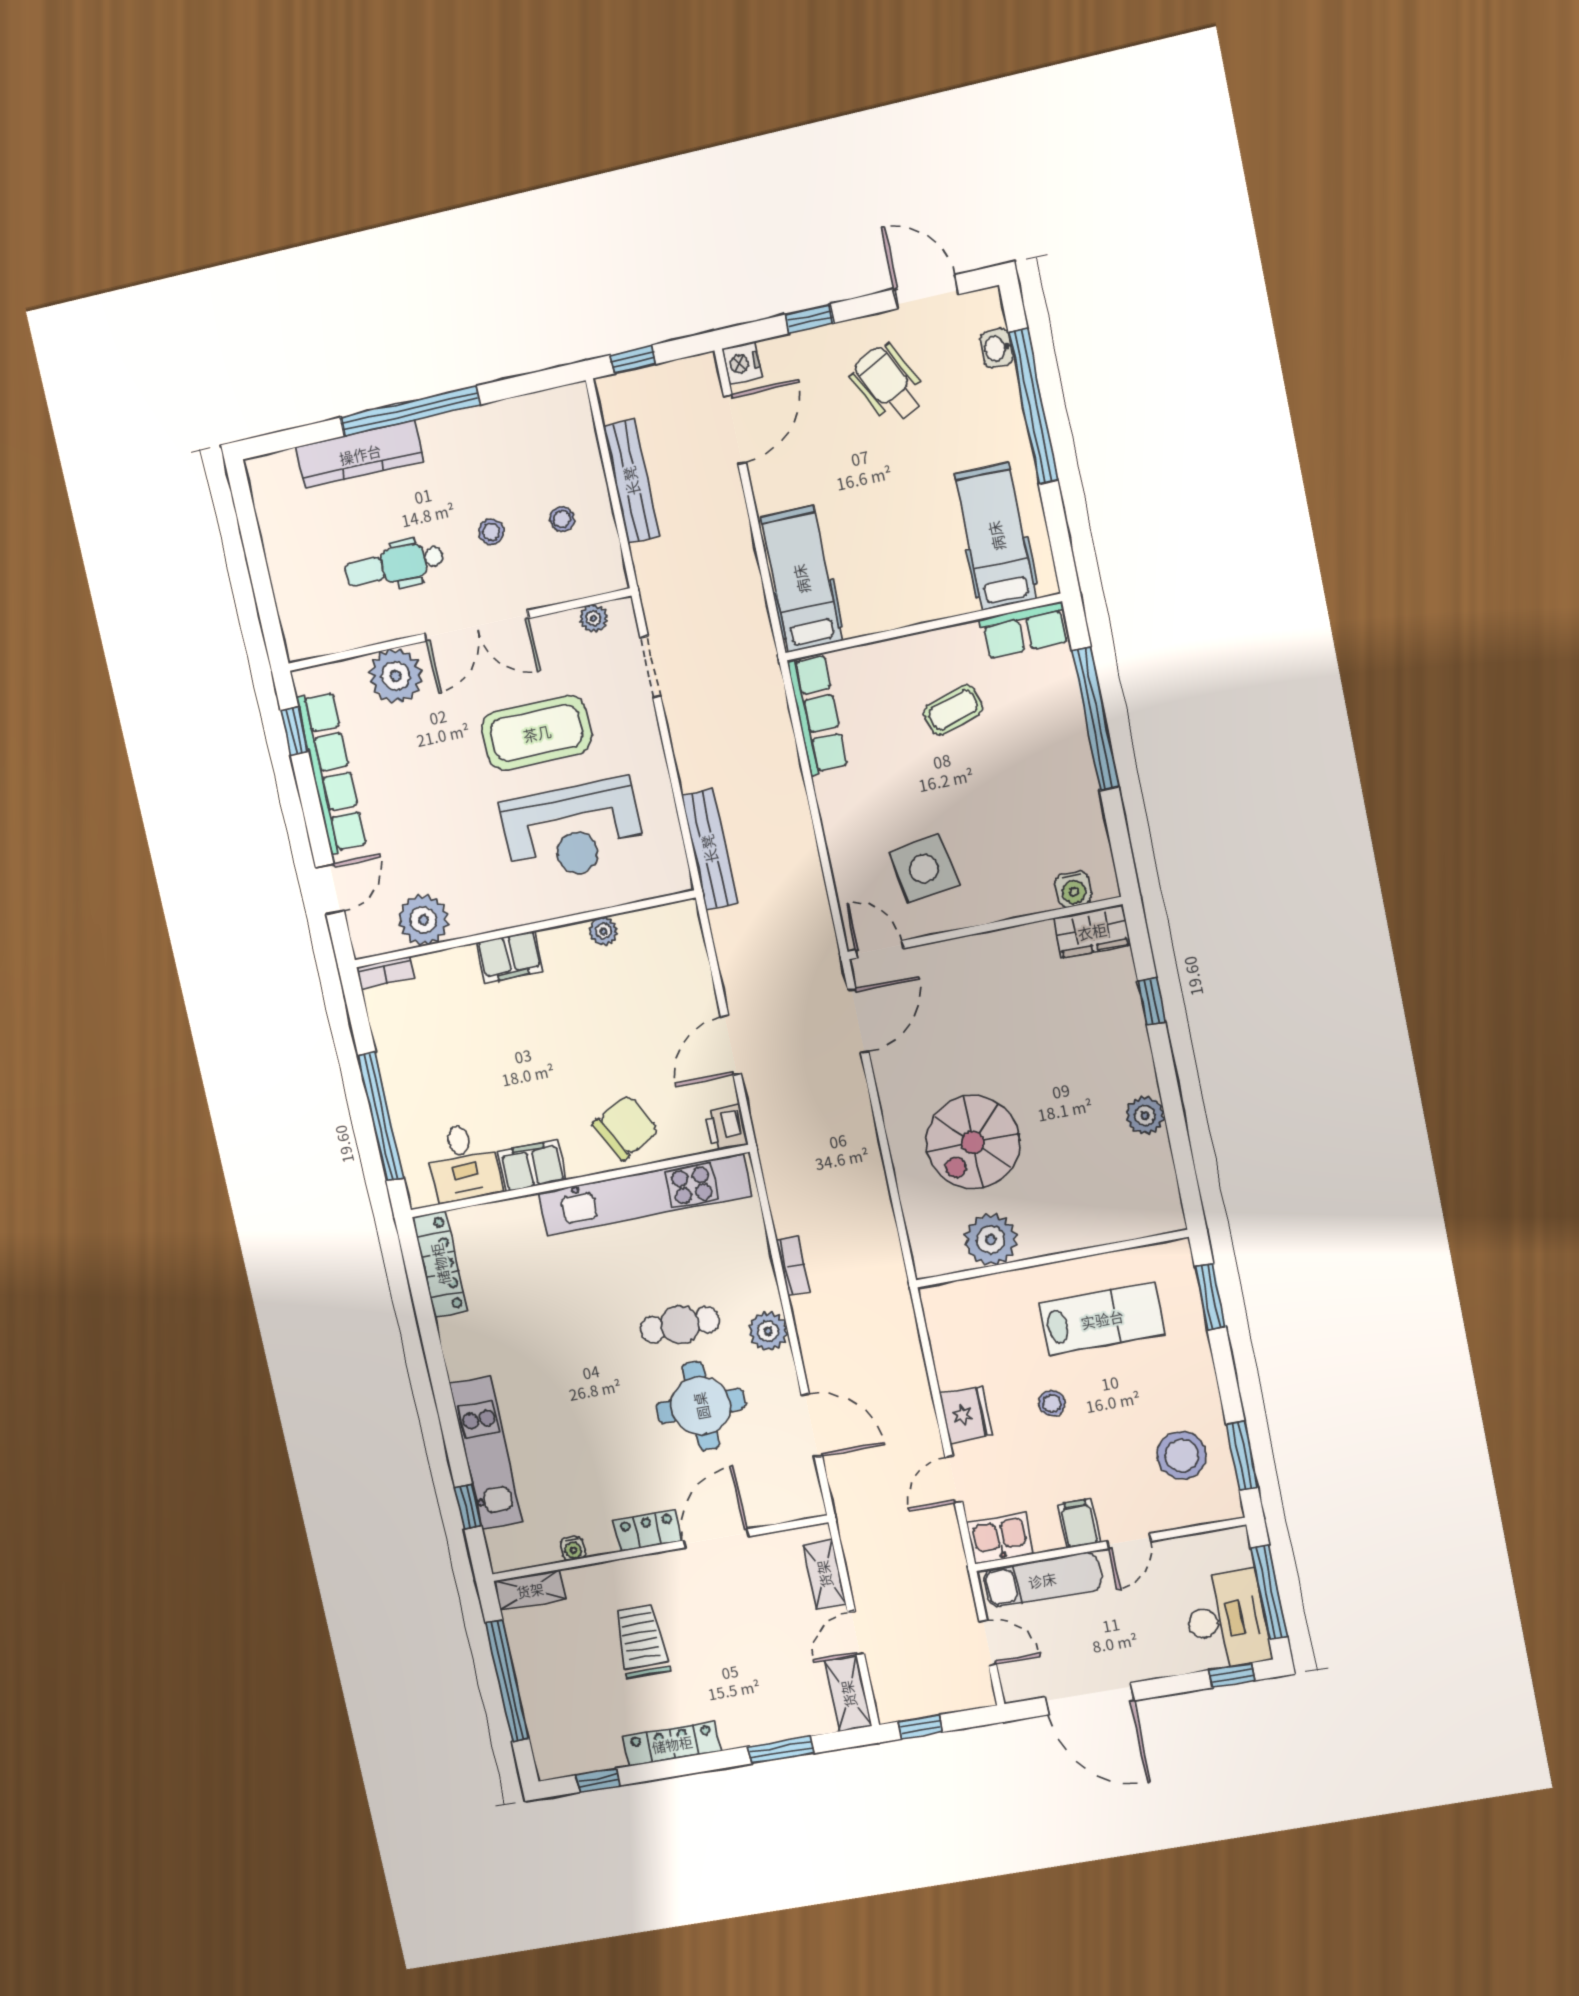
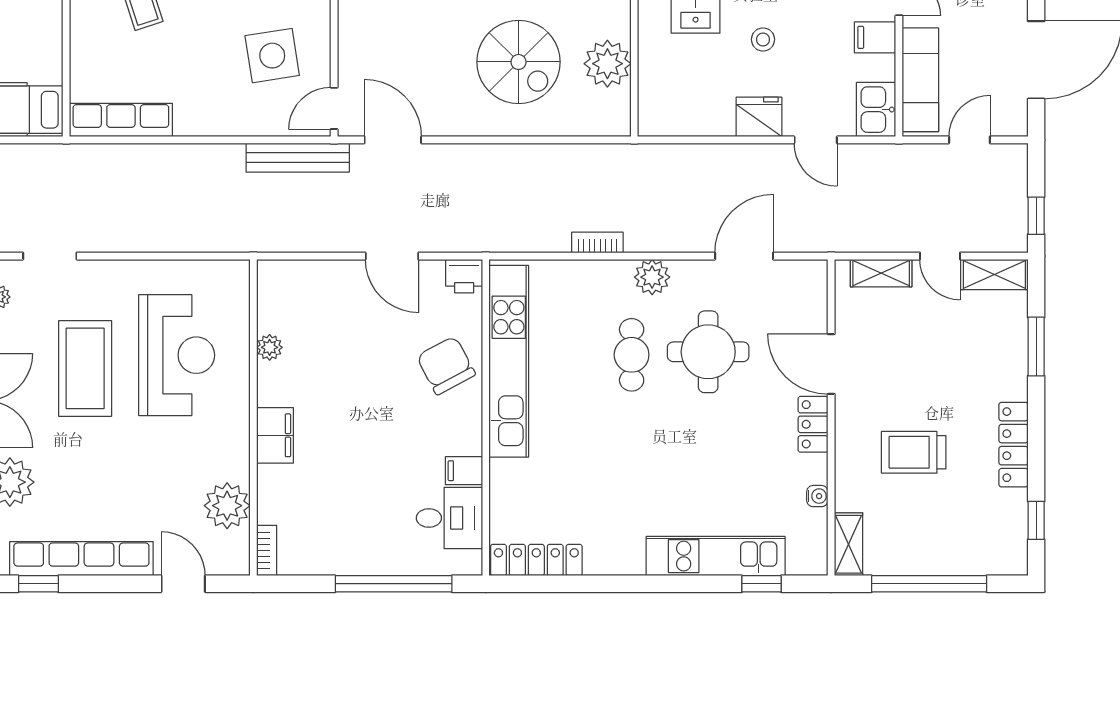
bench: (709, 849) -> (298, 158), moved
filing cabinet: (532, 1166) -> (464, 471), width x0.50

